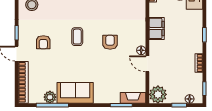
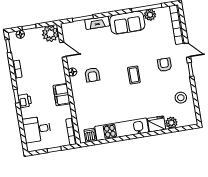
printer: (196, 28) -> (25, 101), added
armchair: (110, 42) -> (92, 75), moved
door: (147, 64) -> (63, 50), moved
fireplace: (133, 98) -> (97, 23), moved

